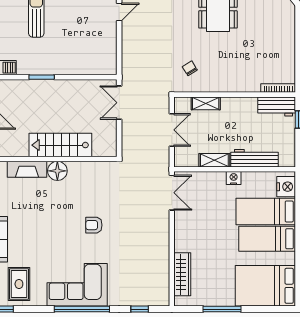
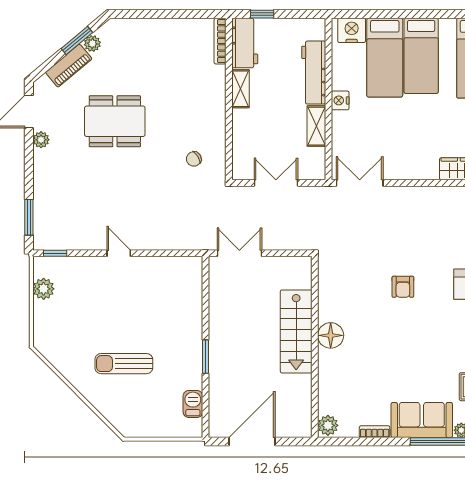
double door: (119, 103) -> (239, 253), swing flipped
shelving: (206, 103) -> (240, 89), moved
fireplace: (27, 169) -> (328, 376), removed

